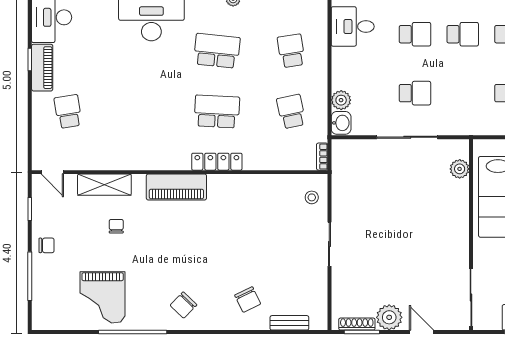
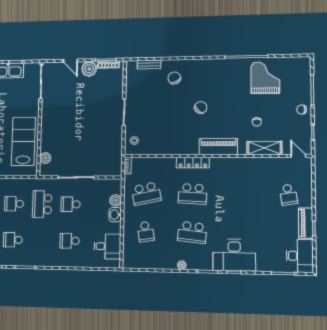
school desk: (463, 34) -> (42, 204), moved, width x1.85
school desk: (291, 111) -> (146, 194), width x1.85
washbasin: (341, 123) -> (115, 215), moved
chair: (183, 305) -> (201, 108), moved

